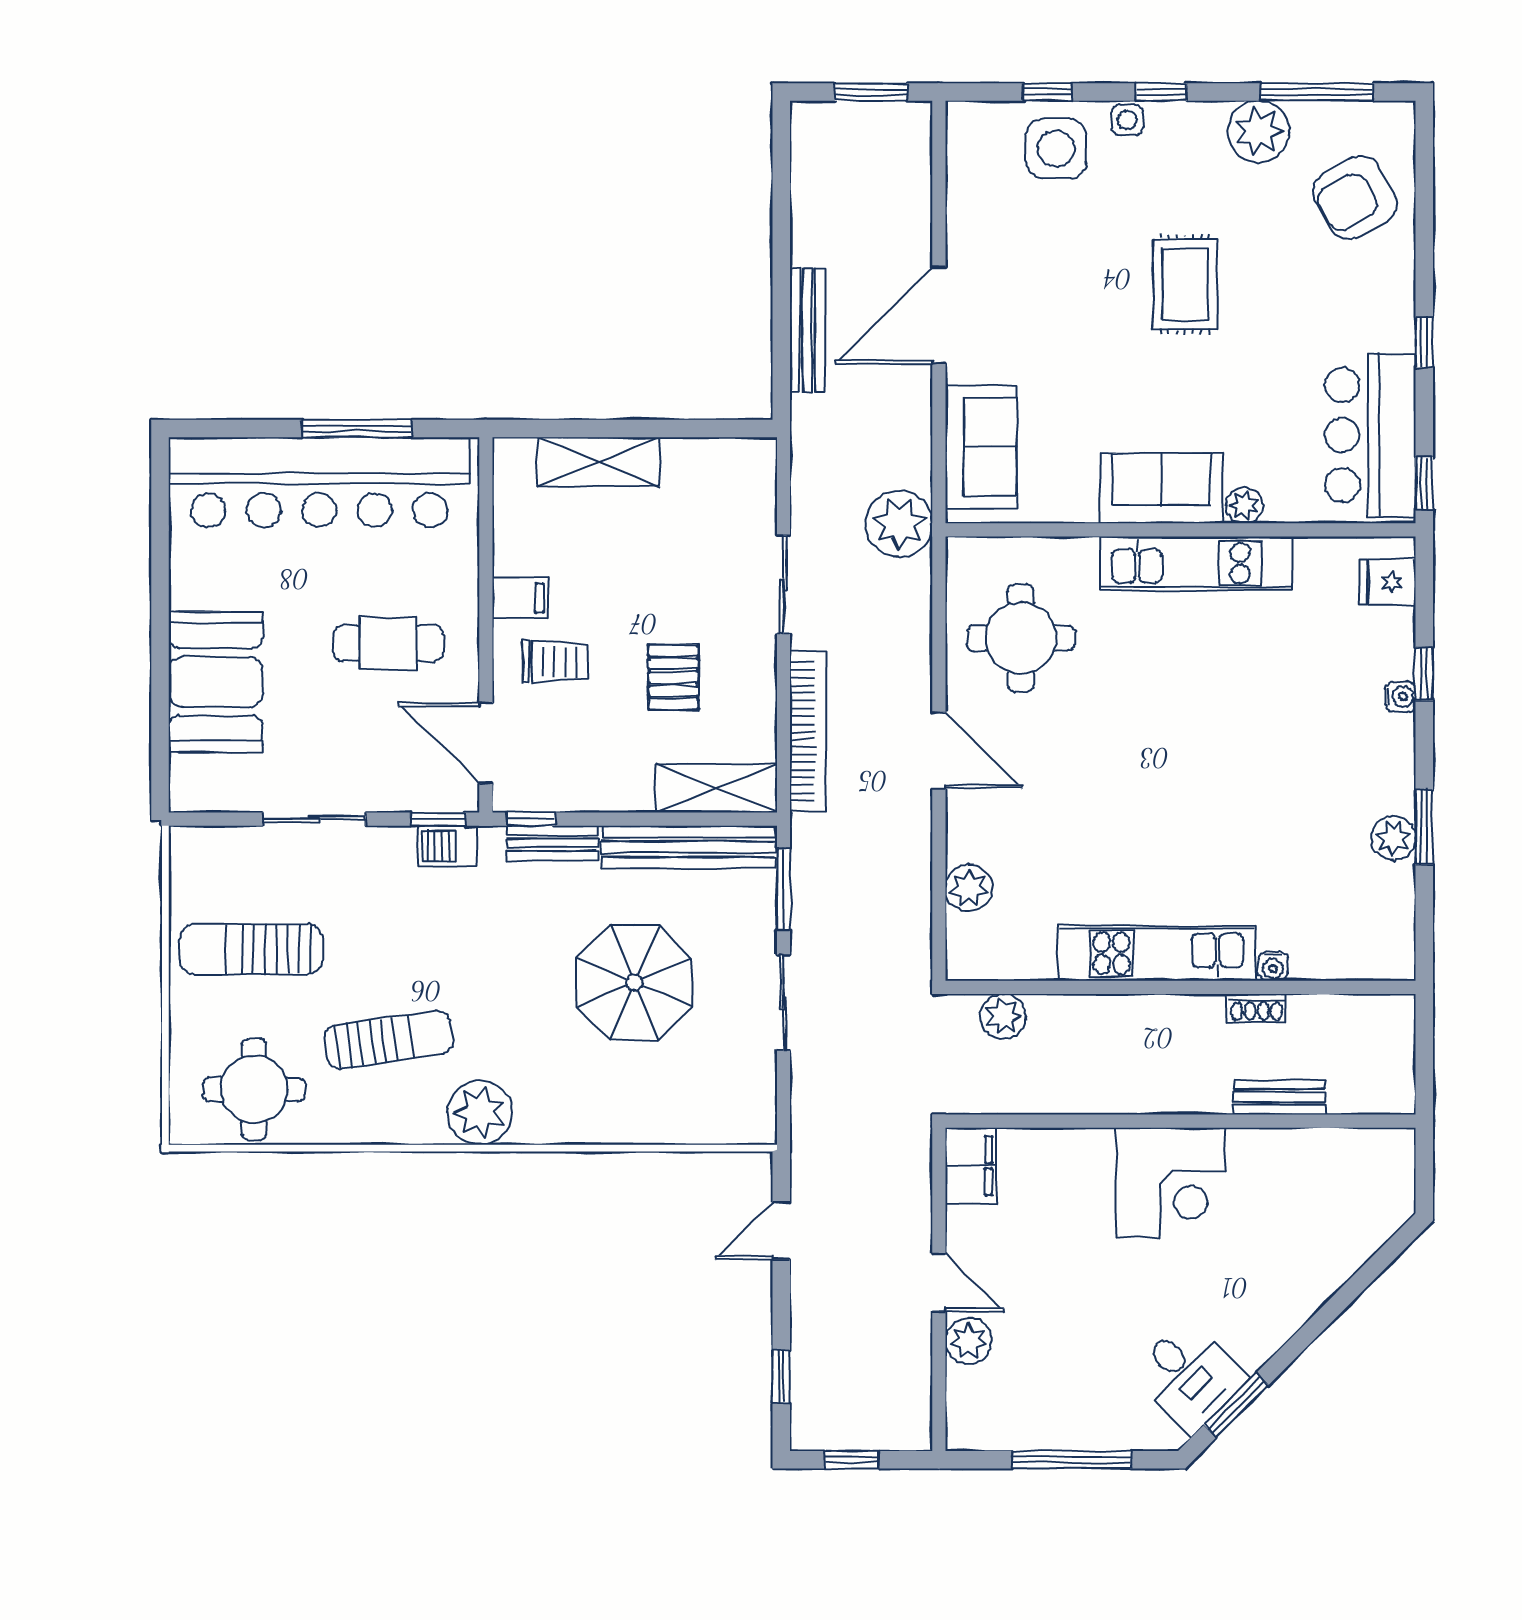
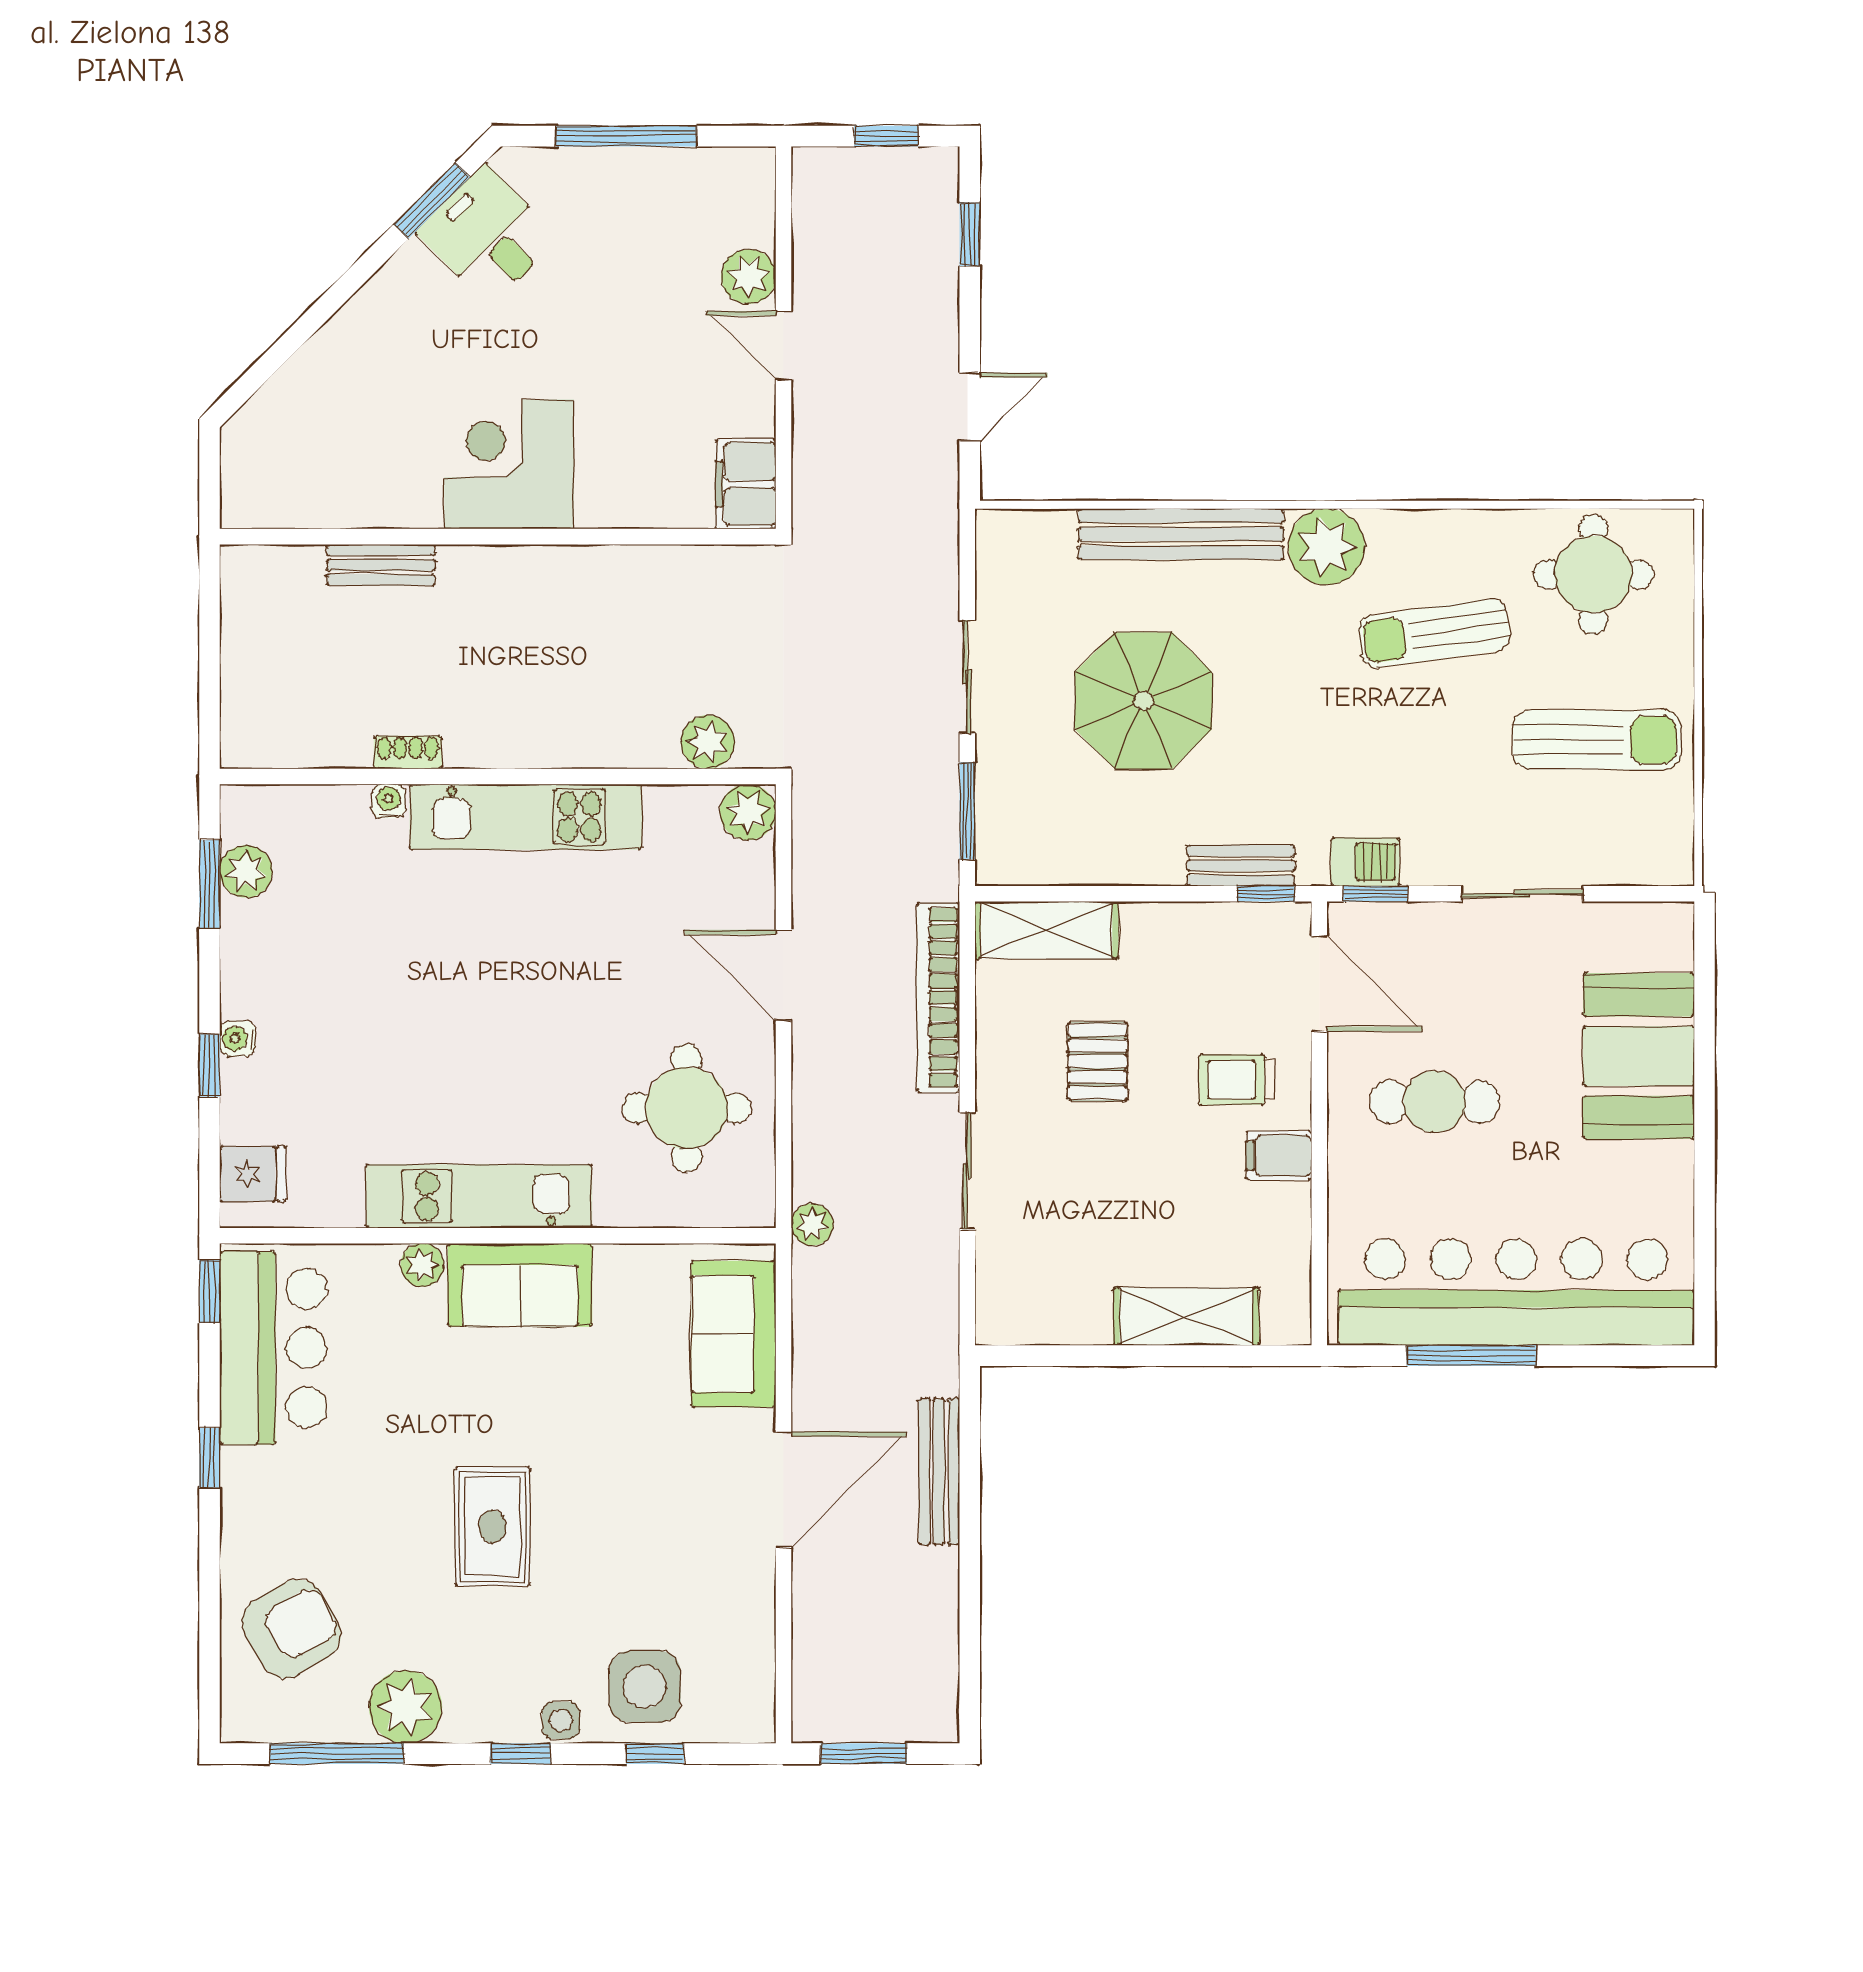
plant: (899, 524) -> (812, 1225), width x0.53, depth x0.53
bench: (688, 847) -> (1181, 534), moved
kitchen unit: (1157, 953) -> (526, 817), moved
water cooler: (1273, 966) -> (389, 801), moved
wall: (1180, 987) -> (498, 776), moved
shoe rack: (1257, 1008) -> (408, 752), moved
plant: (1003, 1016) -> (708, 742), moved

